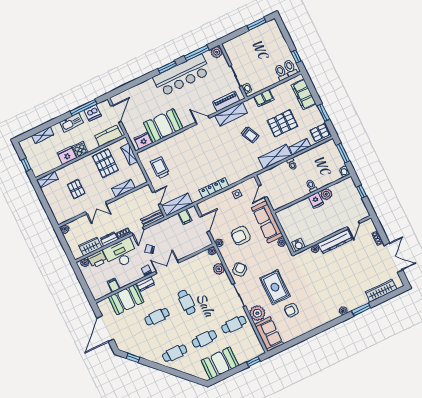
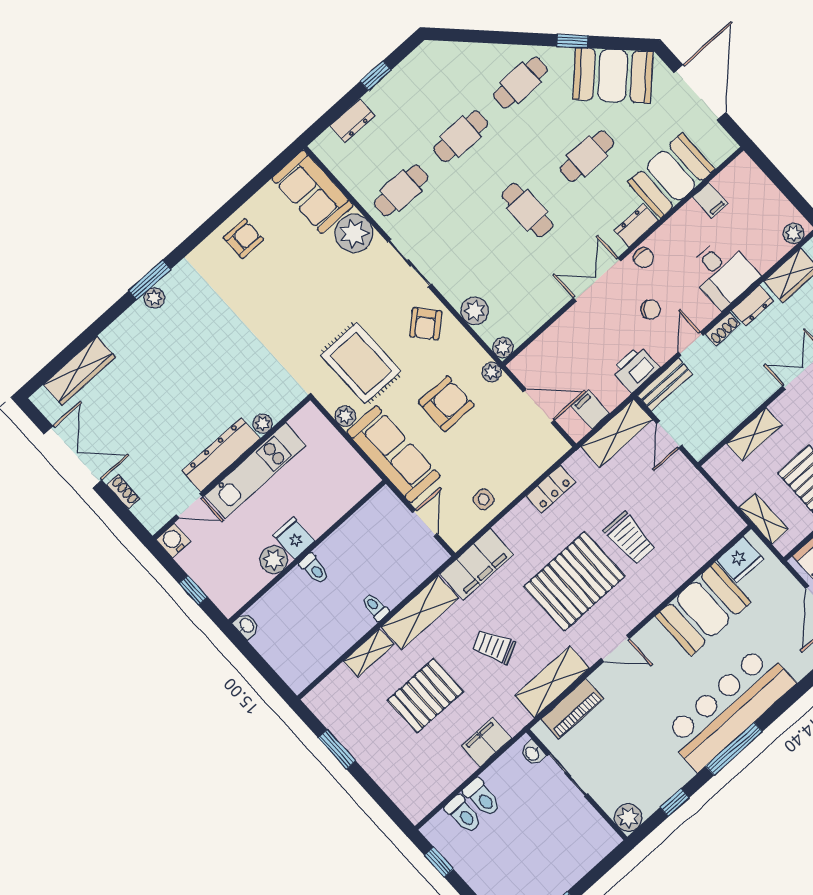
window: (197, 53) -> (675, 802), width x0.46
window: (167, 67) -> (734, 749), width x1.44
toilet: (290, 68) -> (482, 798), moved
bar counter: (182, 75) -> (729, 708), moved
filing cabinet: (304, 94) -> (477, 564), moved, turned 90
pallet: (320, 133) -> (574, 581), moved, width x2.05, depth x2.00
window: (343, 153) -> (263, 668), removed
trolley: (160, 168) -> (630, 538), moved
locker: (214, 188) -> (551, 489), width x0.66
door: (205, 224) -> (539, 406), swing flipped
door: (353, 225) -> (189, 506), swing flipped
kitchen unit: (323, 231) -> (255, 471), added
water cooler: (298, 245) -> (173, 540), moved
desk: (121, 254) -> (722, 273), width x0.73
double door: (393, 258) -> (73, 457), swing flipped
printer: (97, 259) -> (635, 369), moved
double door: (167, 267) -> (597, 279), swing flipped
rug: (275, 287) -> (361, 363), moved
window: (361, 309) -> (150, 280), moved
armchair: (291, 310) -> (243, 239), moved
window: (133, 358) -> (572, 41), moved
dresser: (245, 358) -> (352, 121), added
window: (253, 362) -> (376, 76), moved
booth: (220, 363) -> (613, 75), moved, turned 45

